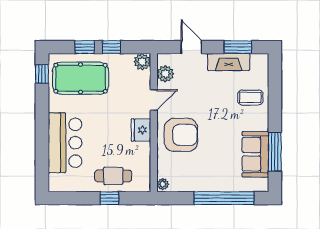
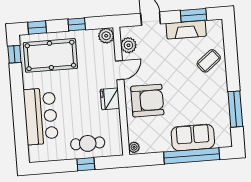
window: (85, 47) -> (37, 28), moved
coffee table: (250, 97) -> (209, 61), turned -39
sofa: (255, 154) -> (193, 138), moved, turned 90

